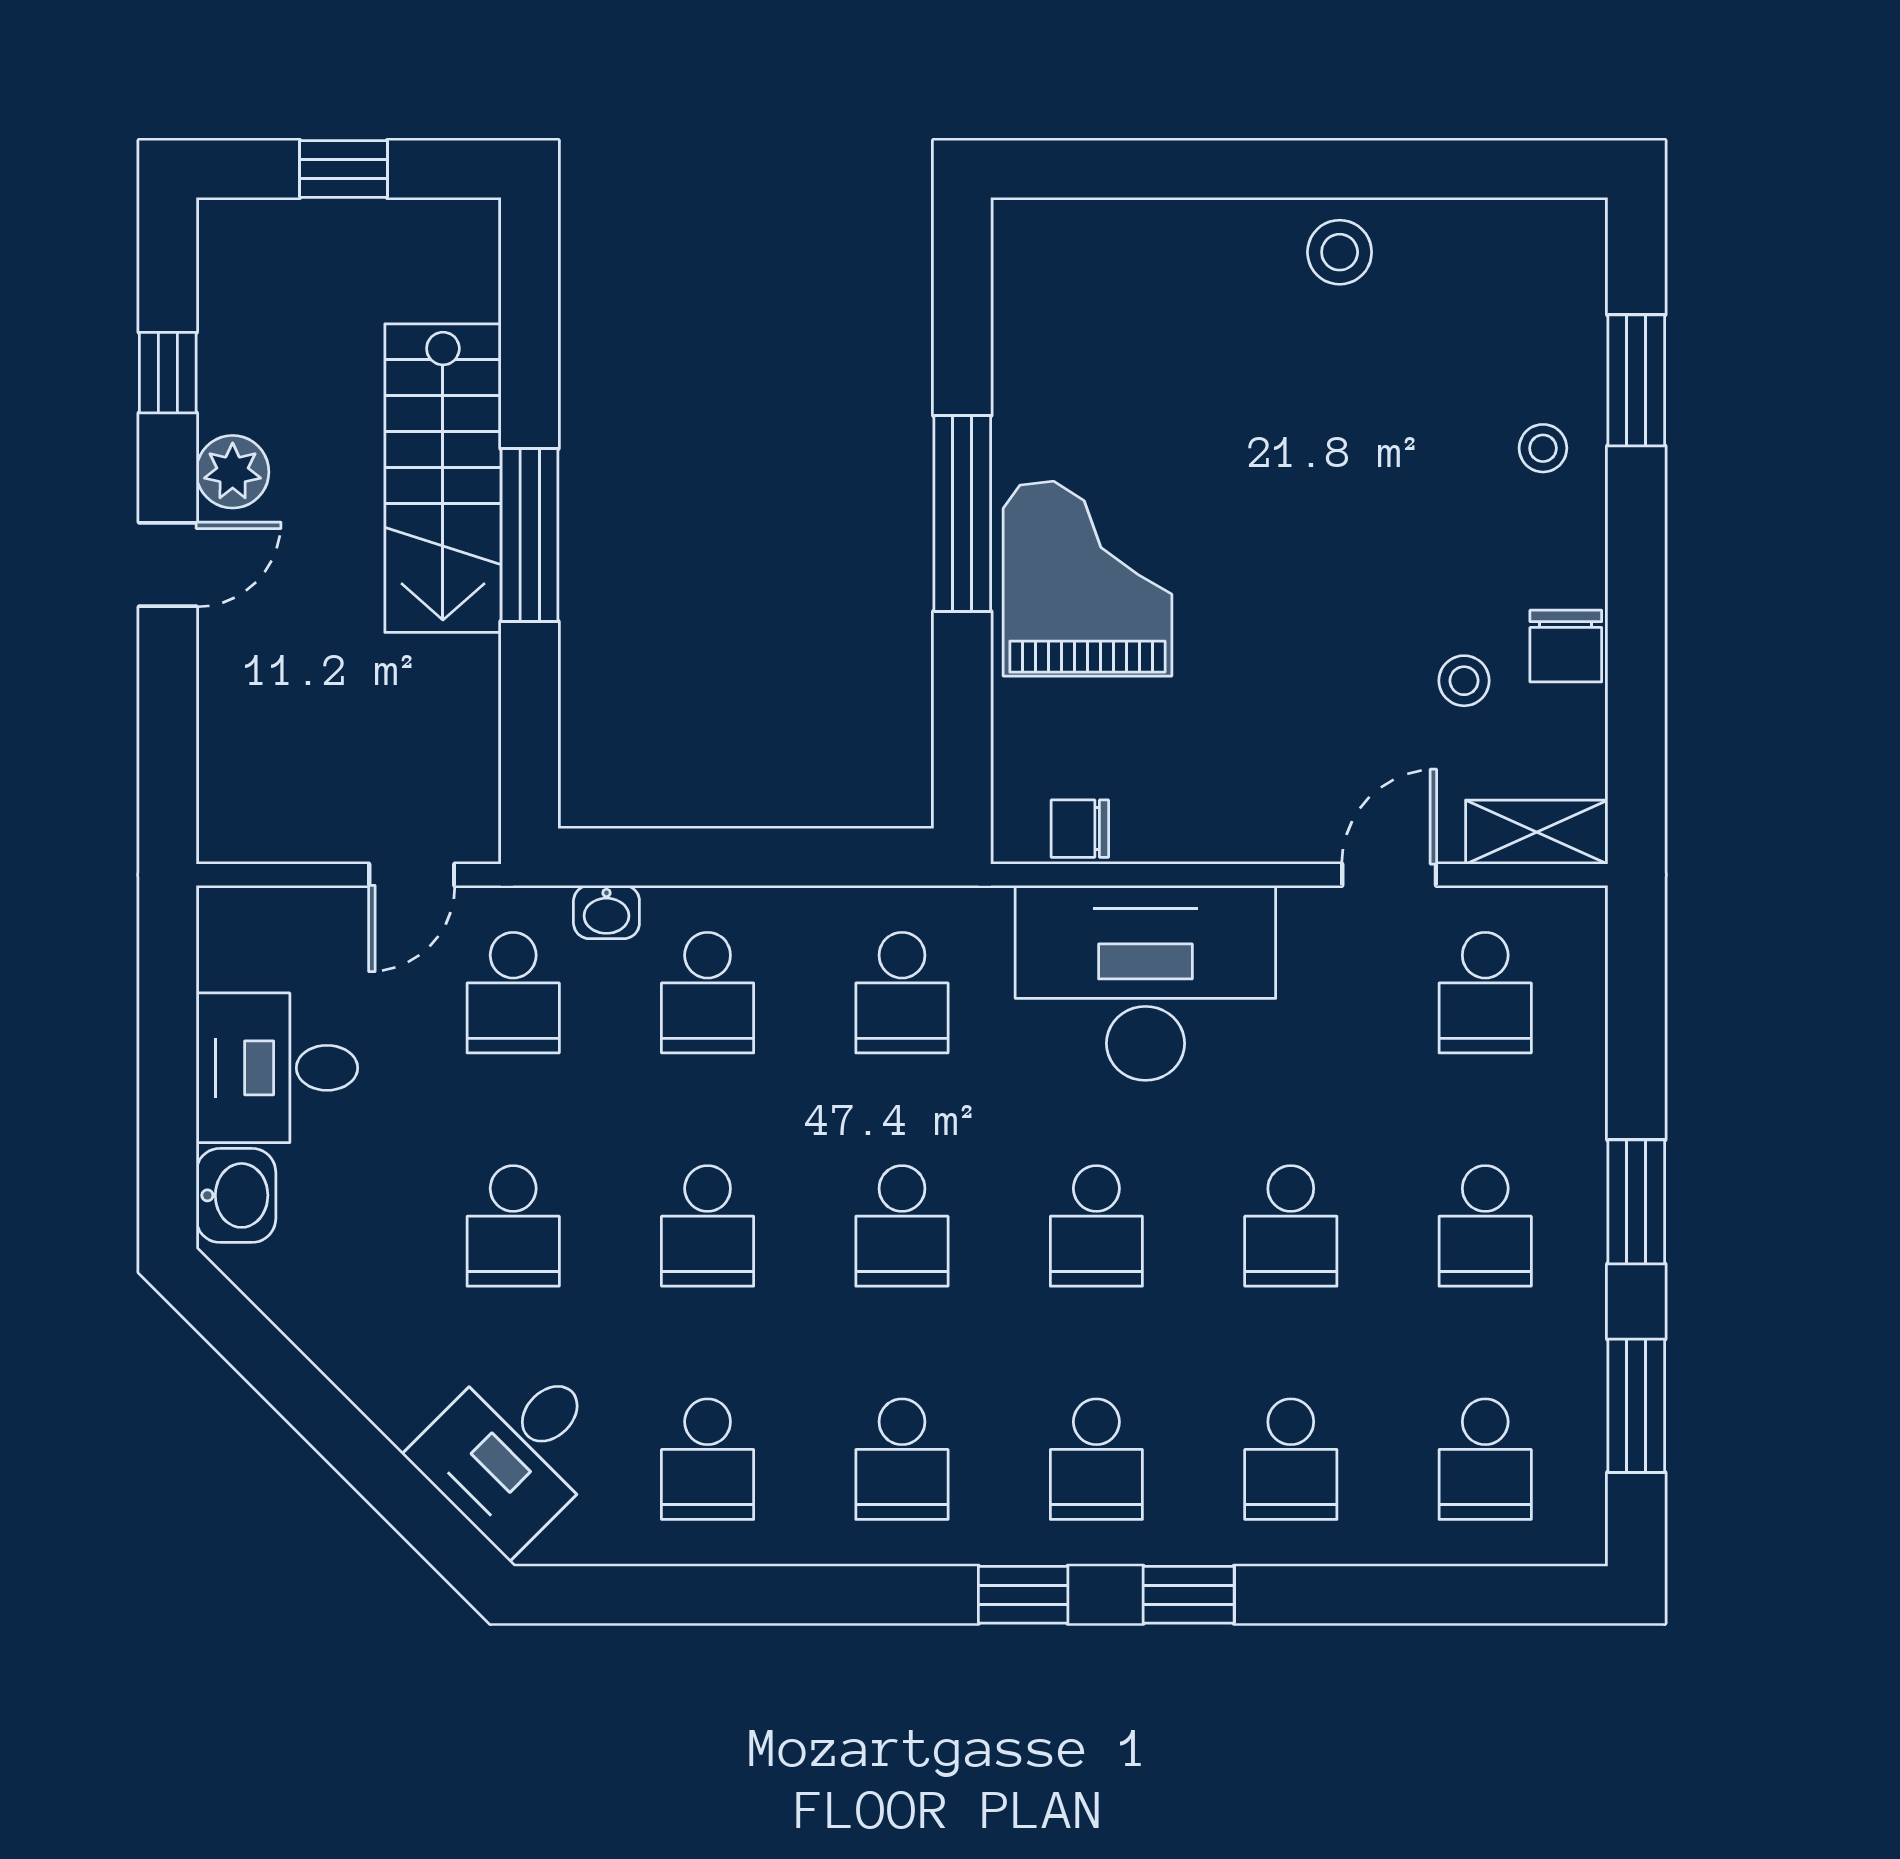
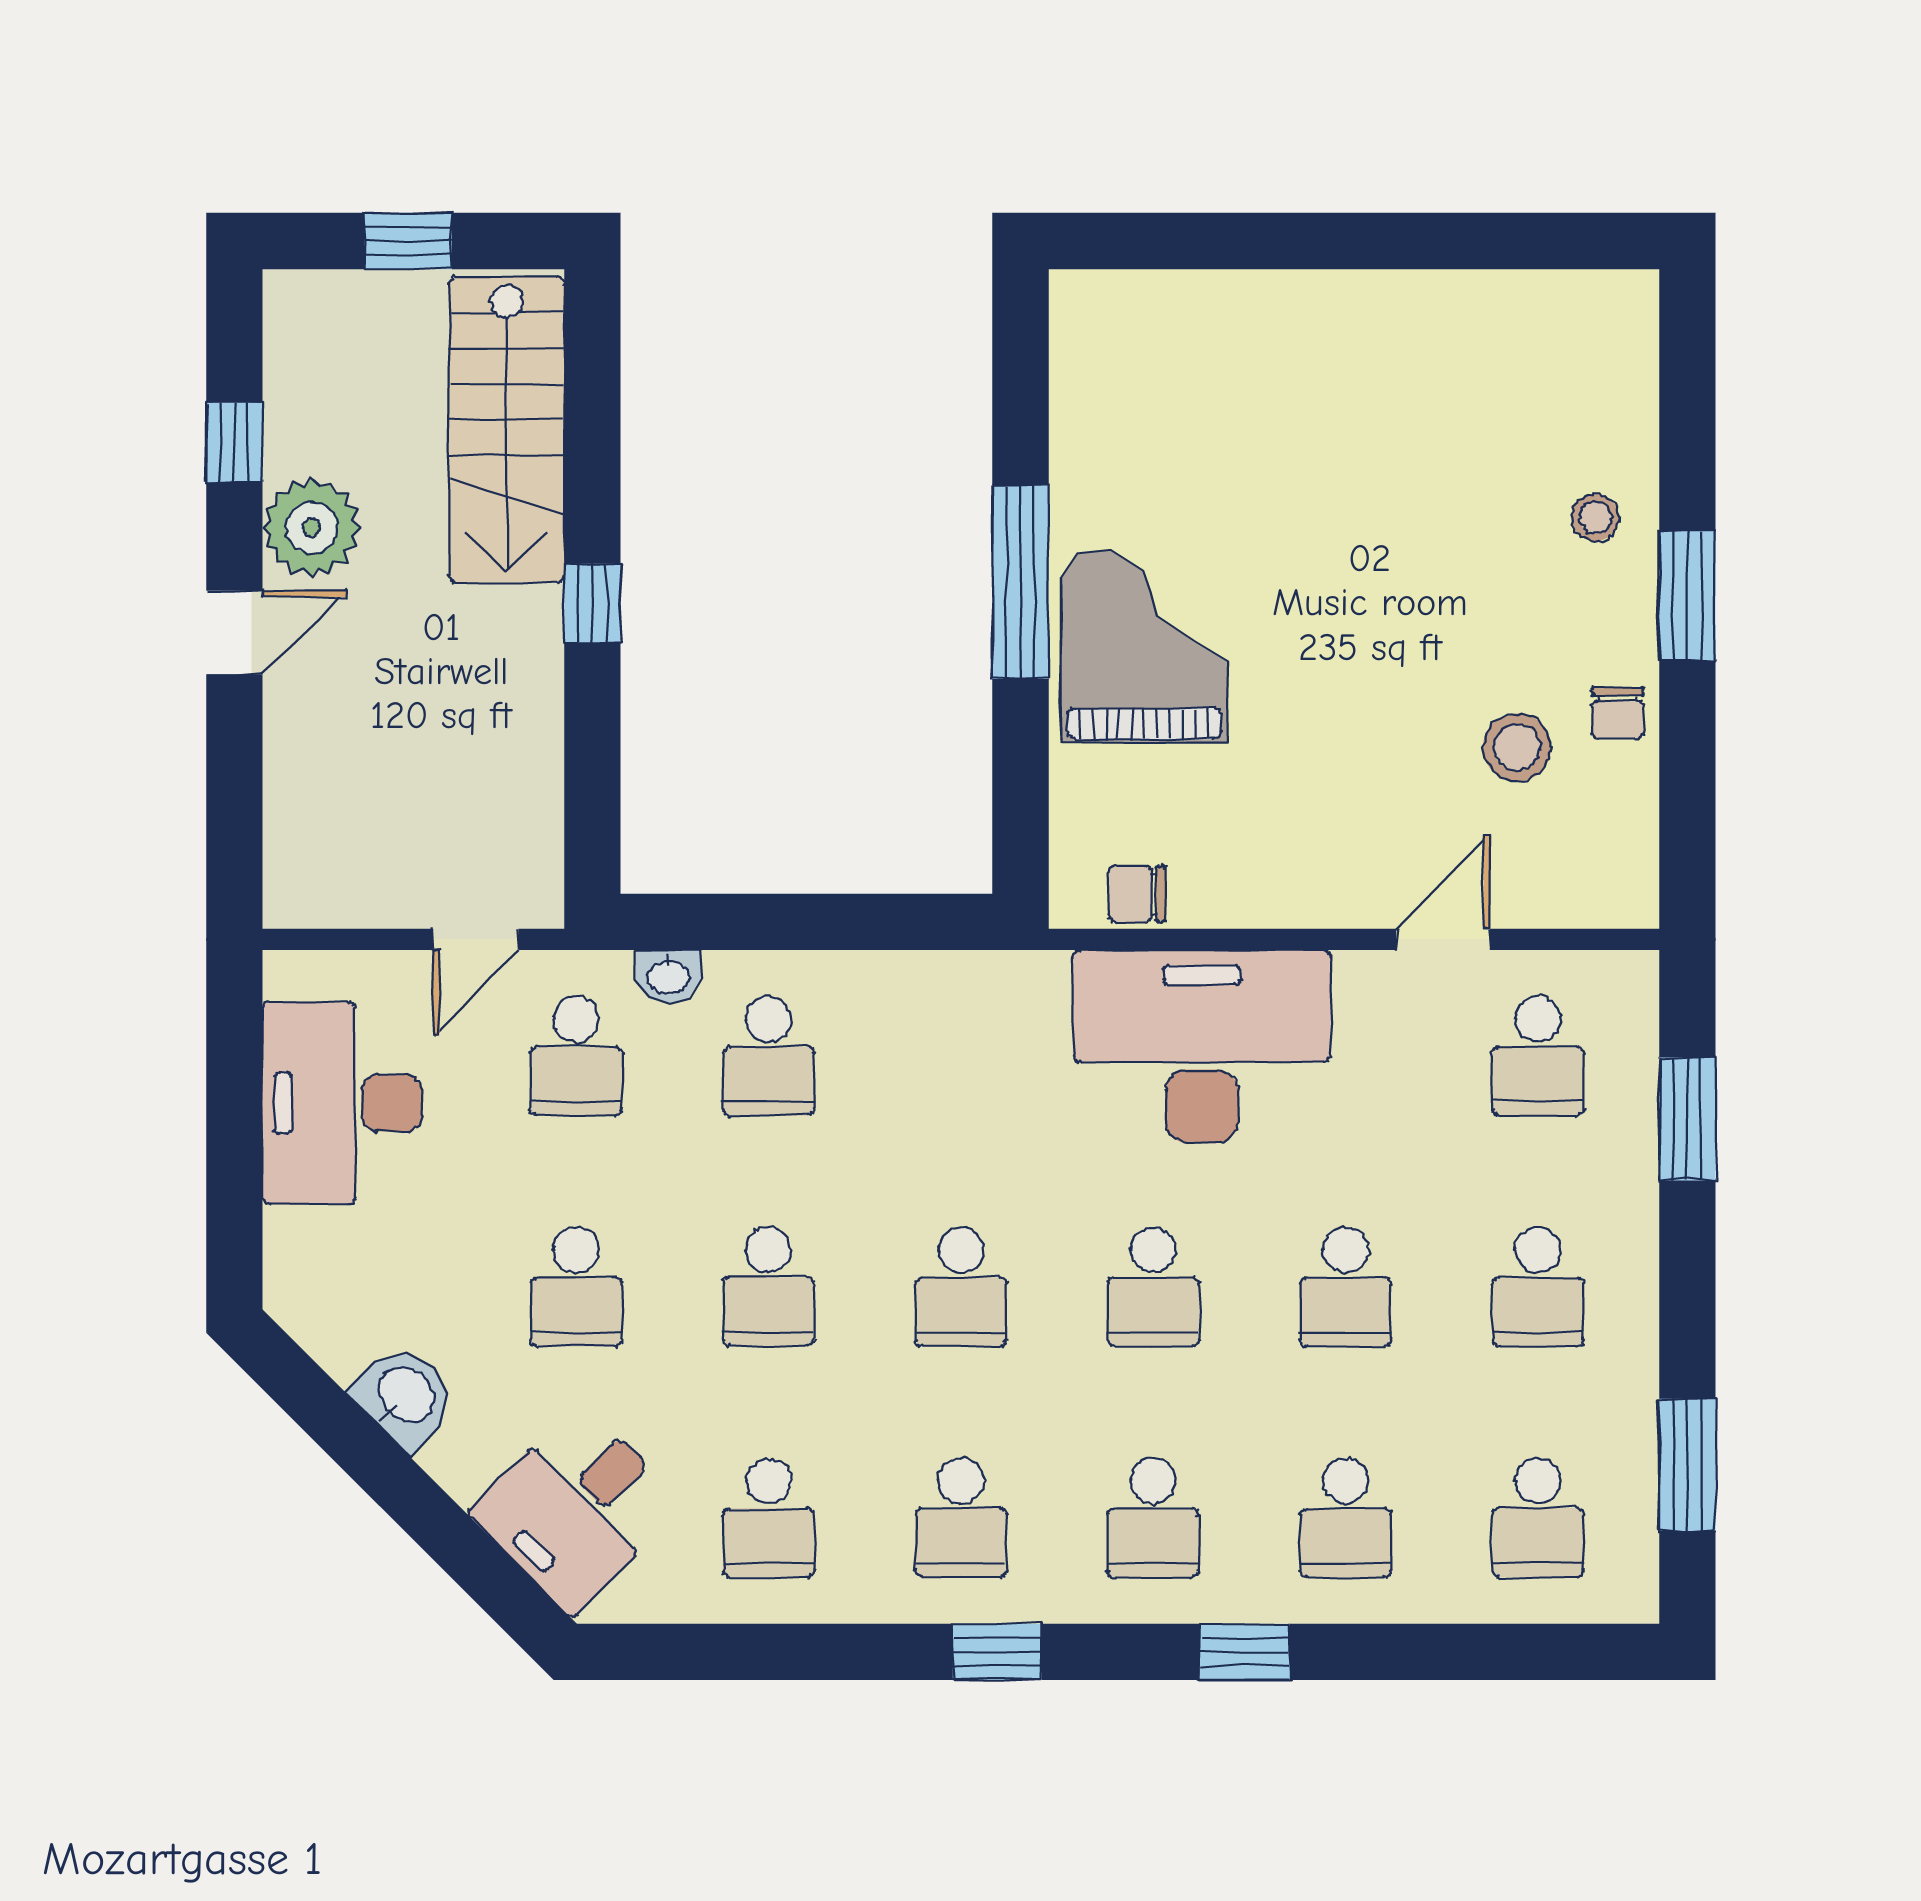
stool: (1340, 252) -> (1394, 323), removed
window: (1636, 380) -> (1687, 596), moved
plant: (233, 472) -> (312, 528), width x1.36, depth x1.36
stairs: (443, 478) -> (507, 430), moved
window: (530, 535) -> (592, 603), width x0.46
chair: (1566, 646) -> (1618, 713), width x0.73, depth x0.73
stool: (1464, 681) -> (1517, 747), width x1.37, depth x1.37
shelving: (1537, 832) -> (1589, 897), removed
school desk: (902, 993) -> (961, 1056), removed
desk: (277, 1068) -> (342, 1103), width x1.37
washbasin: (236, 1195) -> (405, 1396), moved, turned -45
window: (1636, 1202) -> (1687, 1119), moved
window: (1023, 1595) -> (997, 1652), moved

